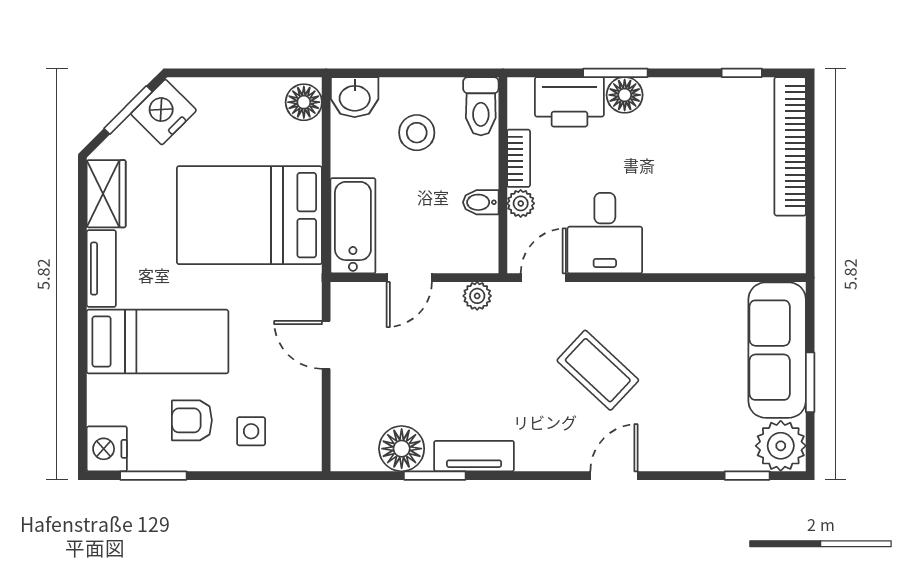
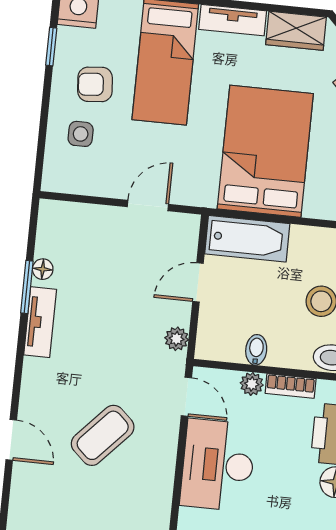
desk: (605, 233) -> (218, 465), width x1.37
door: (409, 278) -> (198, 282), hinge flipped
armchair: (192, 420) -> (95, 84), turned -95
floor lamp: (402, 449) -> (43, 269), width x0.53, depth x0.53
window: (153, 476) -> (51, 47), width x0.67

